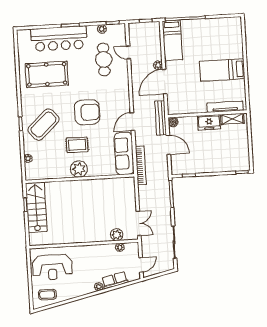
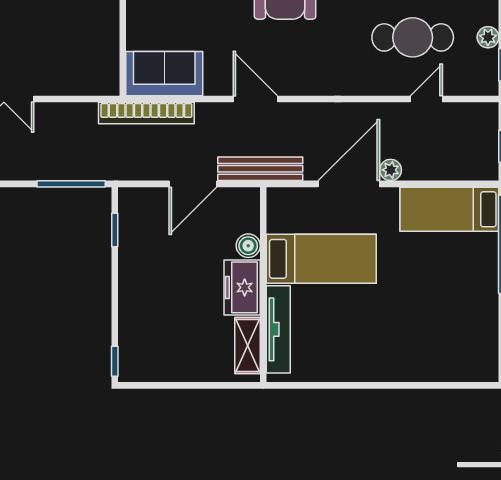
bed: (222, 70) -> (321, 259), moved, turned 90
door: (165, 82) -> (349, 184), hinge flipped
boiler: (173, 122) -> (248, 246), moved
sofa: (124, 153) -> (164, 74), width x0.73

